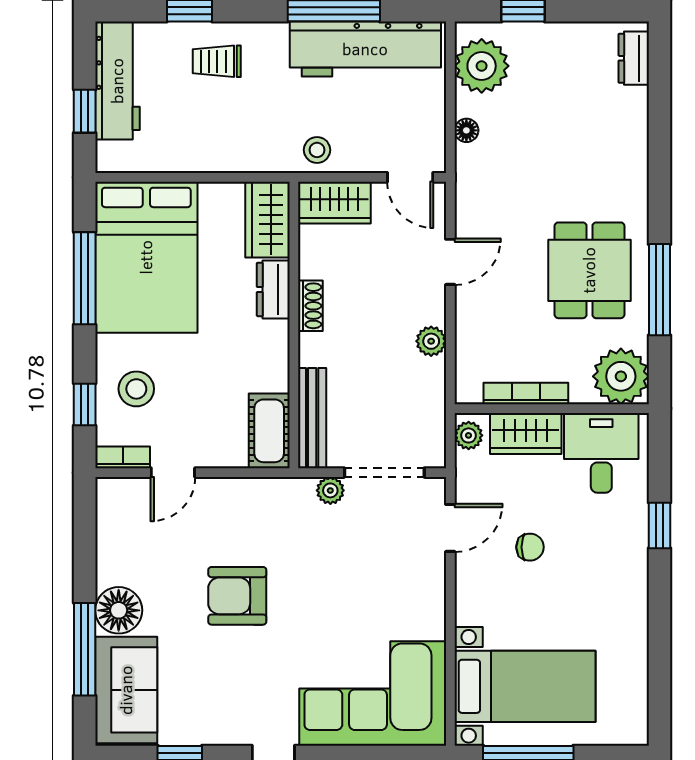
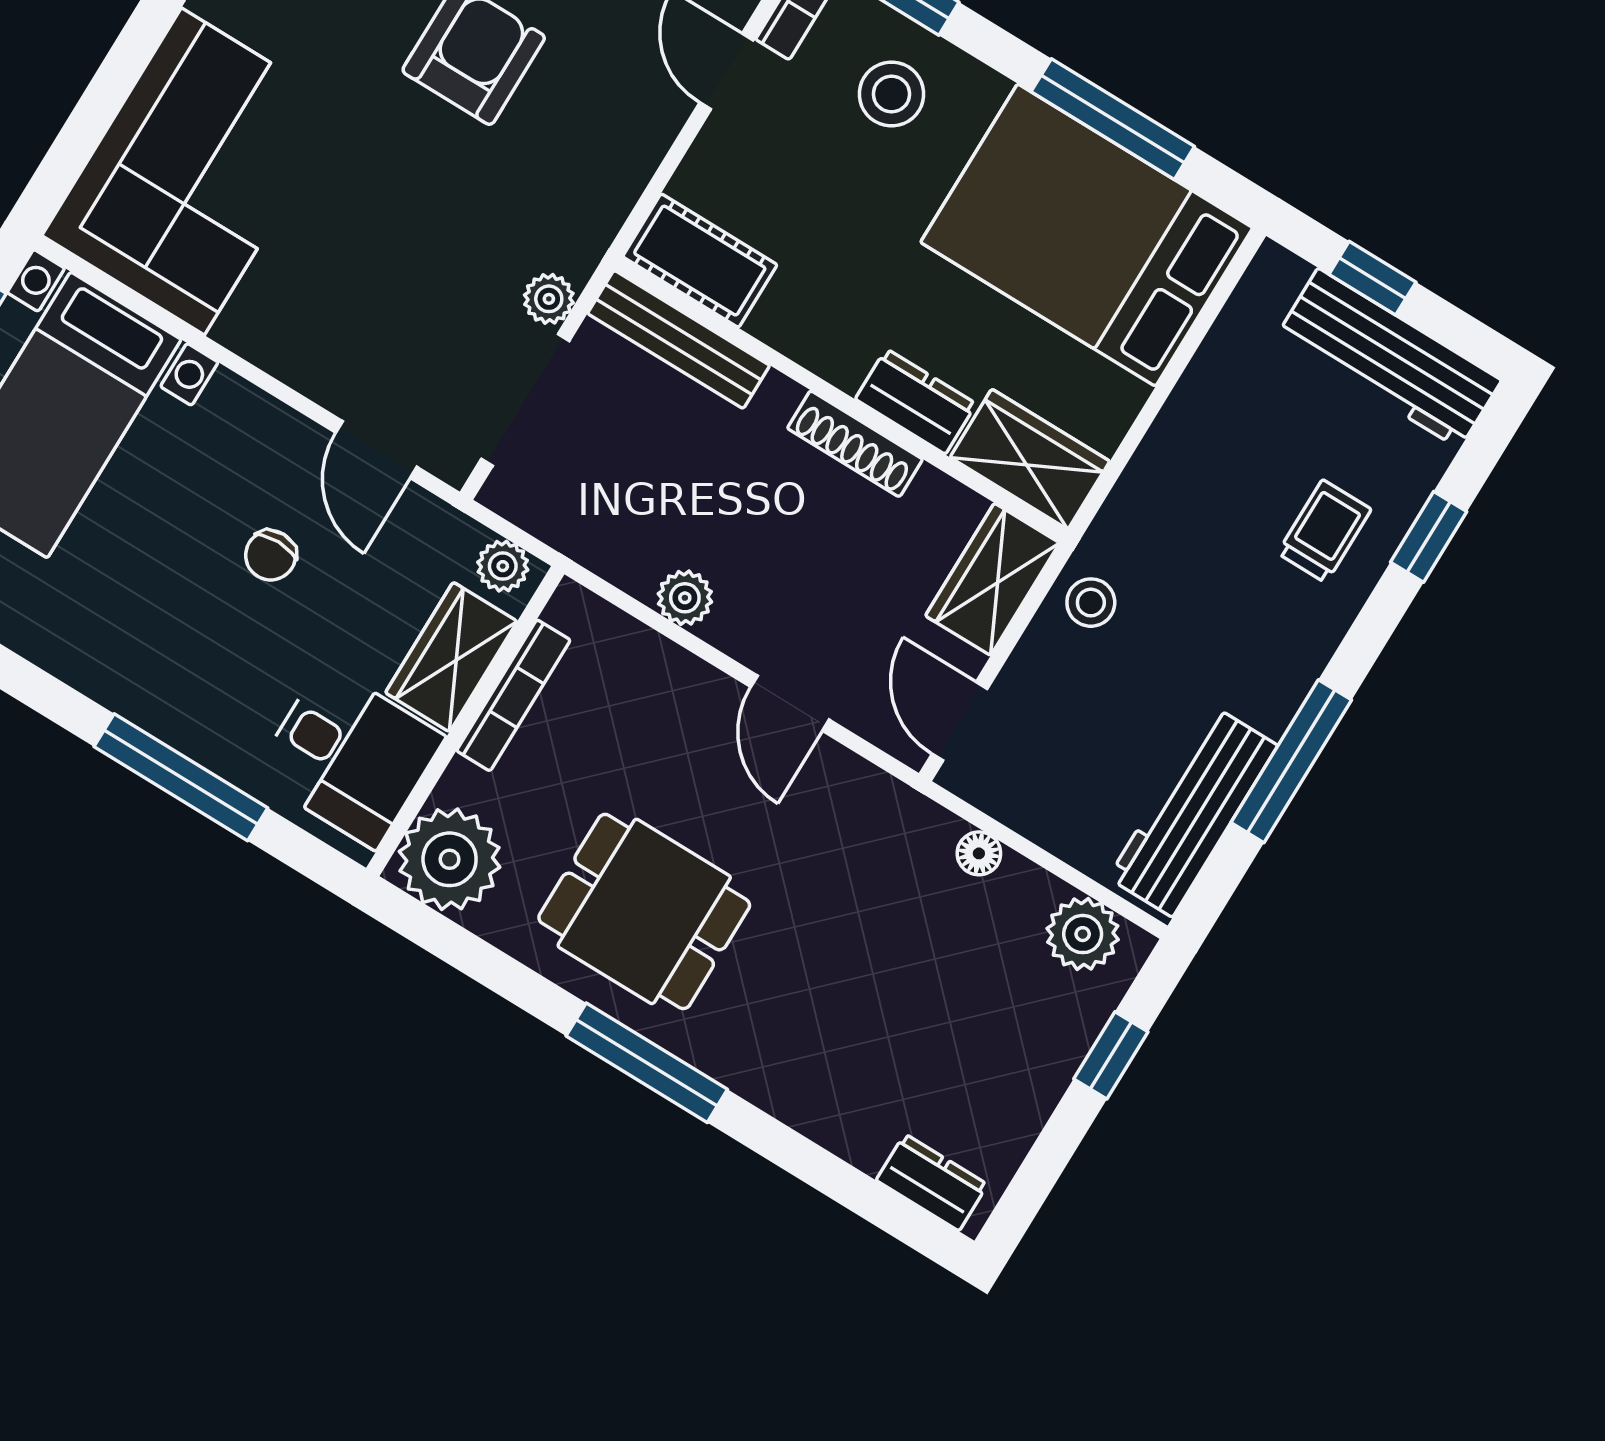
workbench: (365, 49) -> (1193, 812), width x0.73, depth x0.76
plant: (482, 66) -> (1083, 934), width x0.73, depth x0.73
door: (410, 177) -> (960, 721), hinge flipped
window: (659, 290) -> (647, 1063), moved
shoe rack: (310, 306) -> (855, 444), width x1.43
window: (659, 525) -> (181, 777), width x2.17

